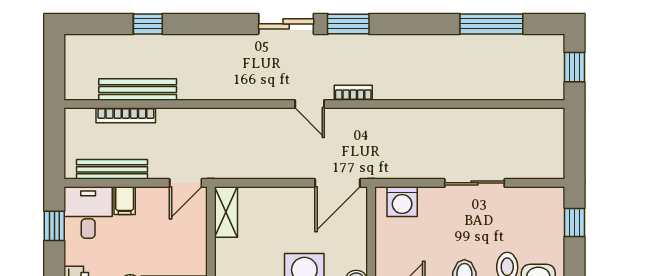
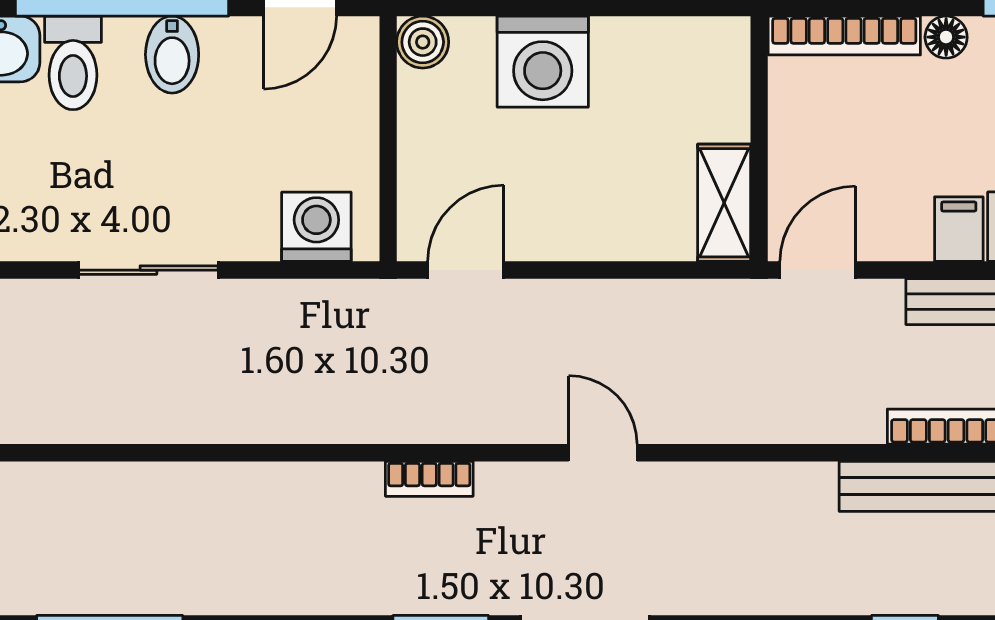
door: (310, 104) -> (603, 453), moved
door: (338, 183) -> (466, 270), width x0.73

